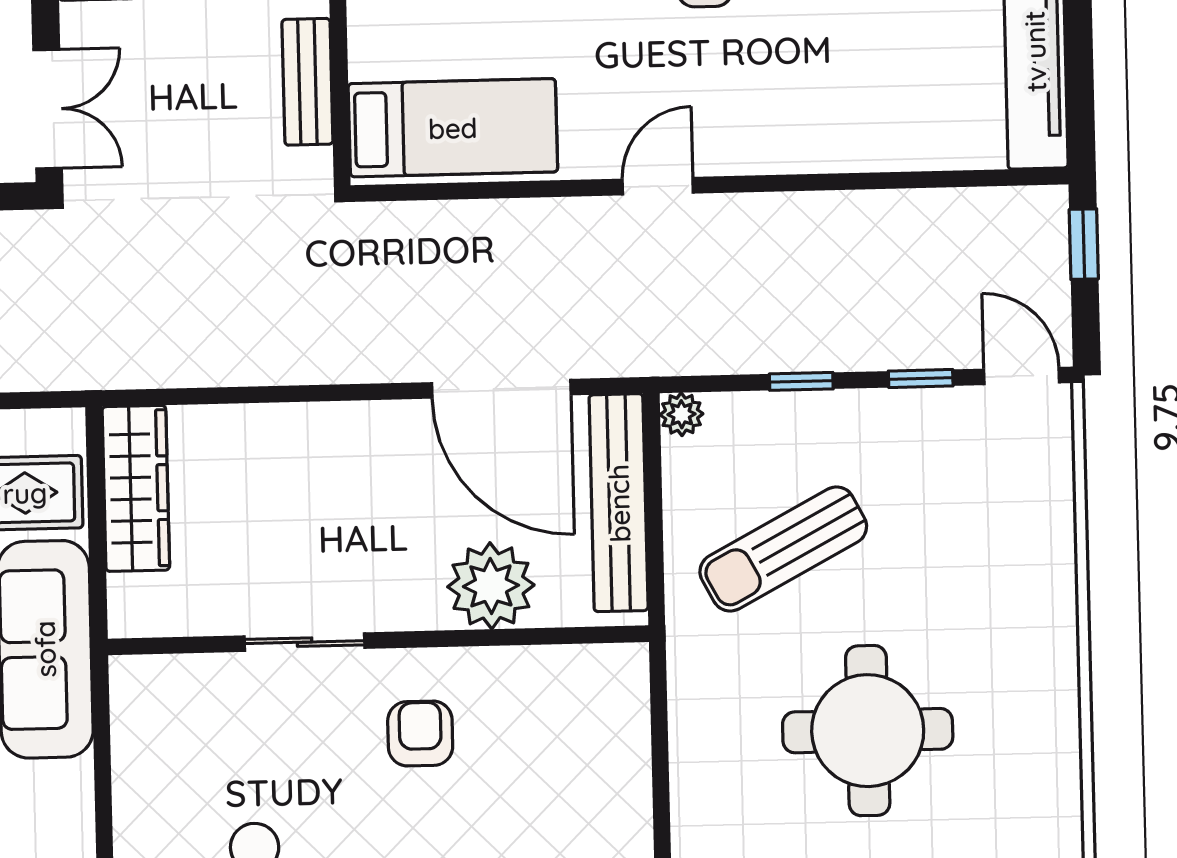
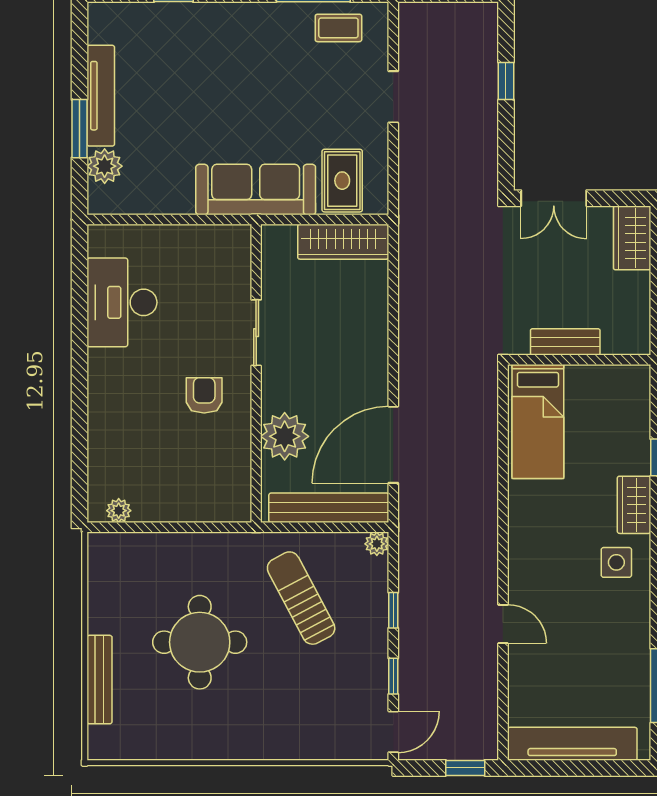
door: (658, 186) -> (503, 624), moved
armchair: (420, 734) -> (204, 395), turned -90

